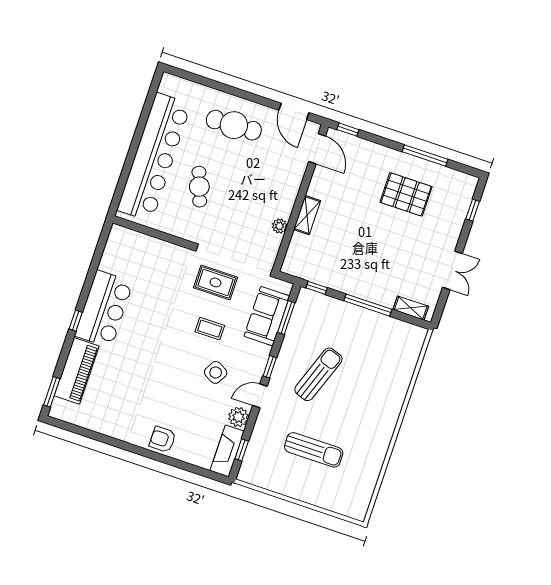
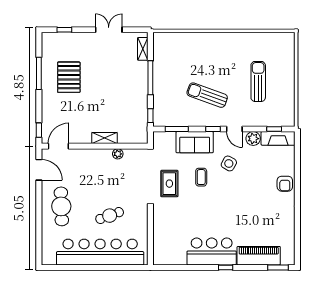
door: (294, 111) -> (39, 170), hinge flipped
sofa: (267, 316) -> (195, 142), moved

